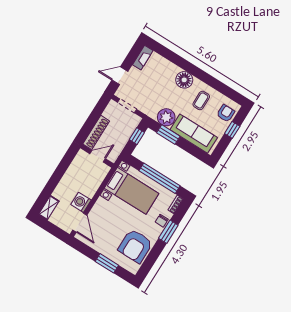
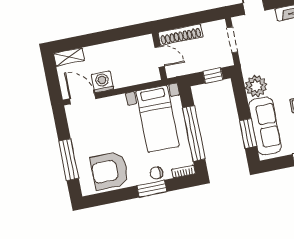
window: (168, 135) -> (248, 133), moved
door: (80, 223) -> (83, 99), swing flipped
window: (107, 263) -> (69, 160), width x1.44

